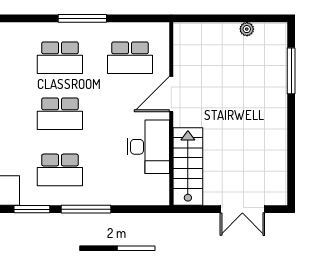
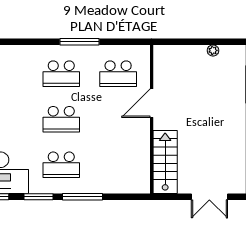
desk: (148, 147) -> (133, 146), removed

